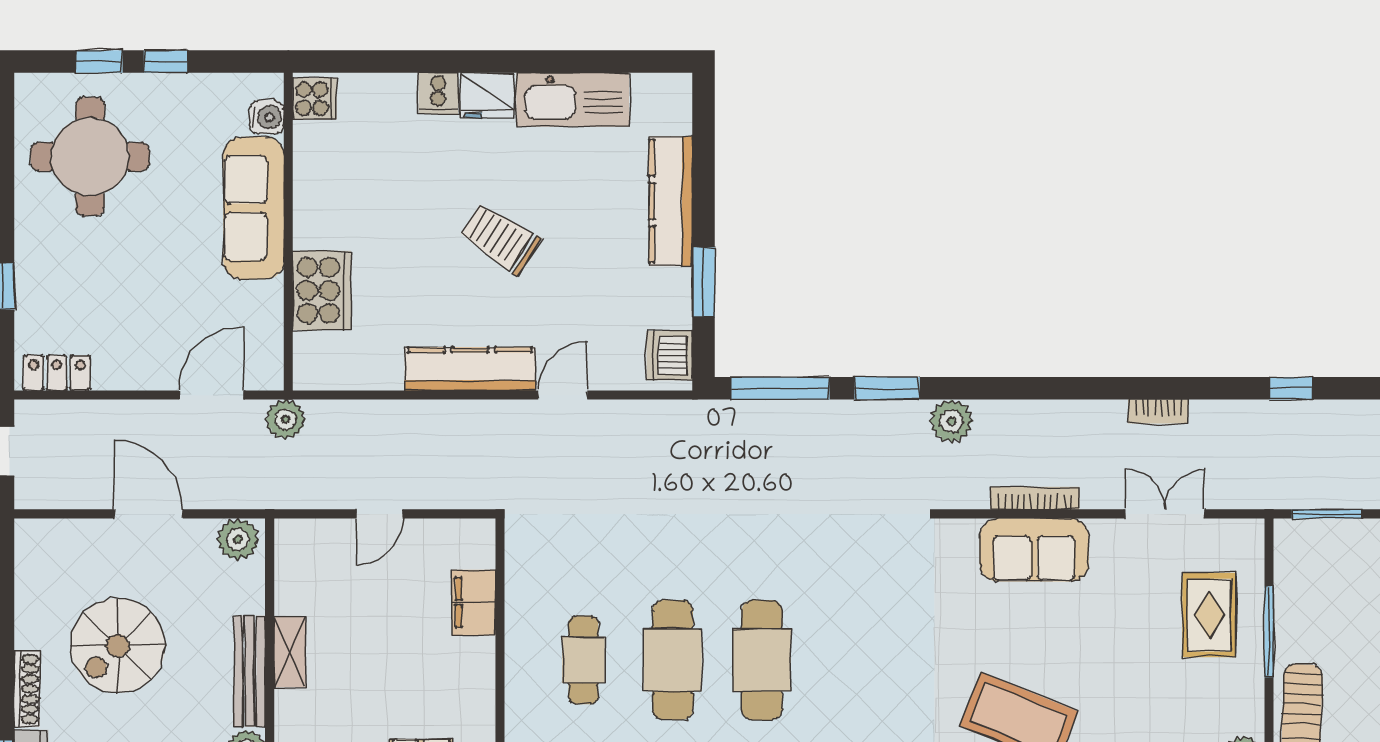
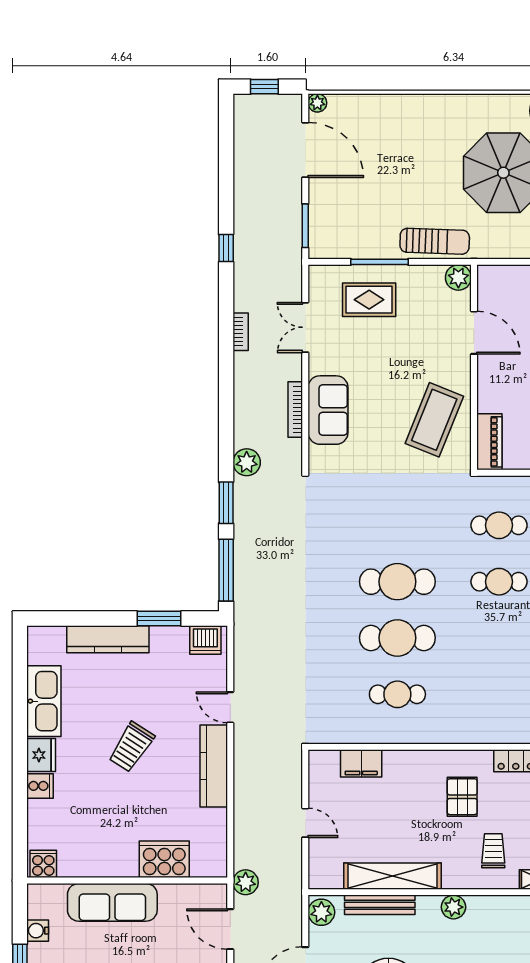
water cooler: (267, 117) -> (38, 931), moved, turned -90
shelving: (290, 652) -> (392, 876), width x2.20, depth x1.33
bench: (250, 671) -> (380, 905), moved

